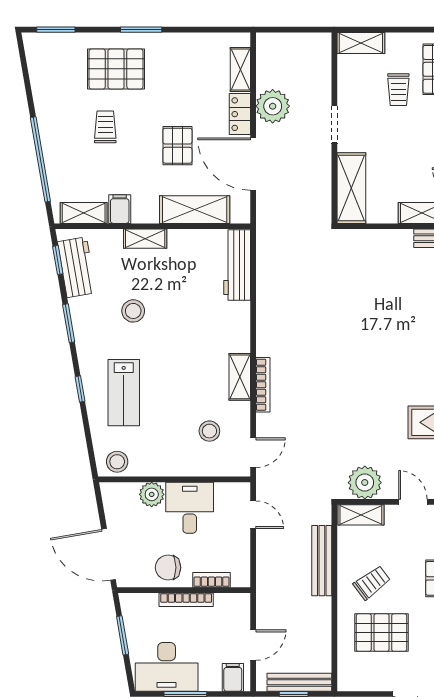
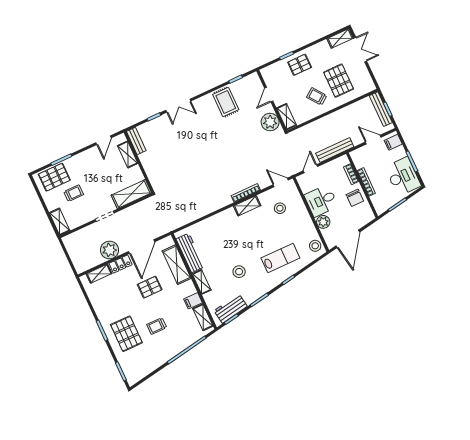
workbench: (237, 265) -> (190, 253), moved, turned -90
door: (109, 554) -> (348, 239), moved
bench: (322, 561) -> (335, 150), moved

